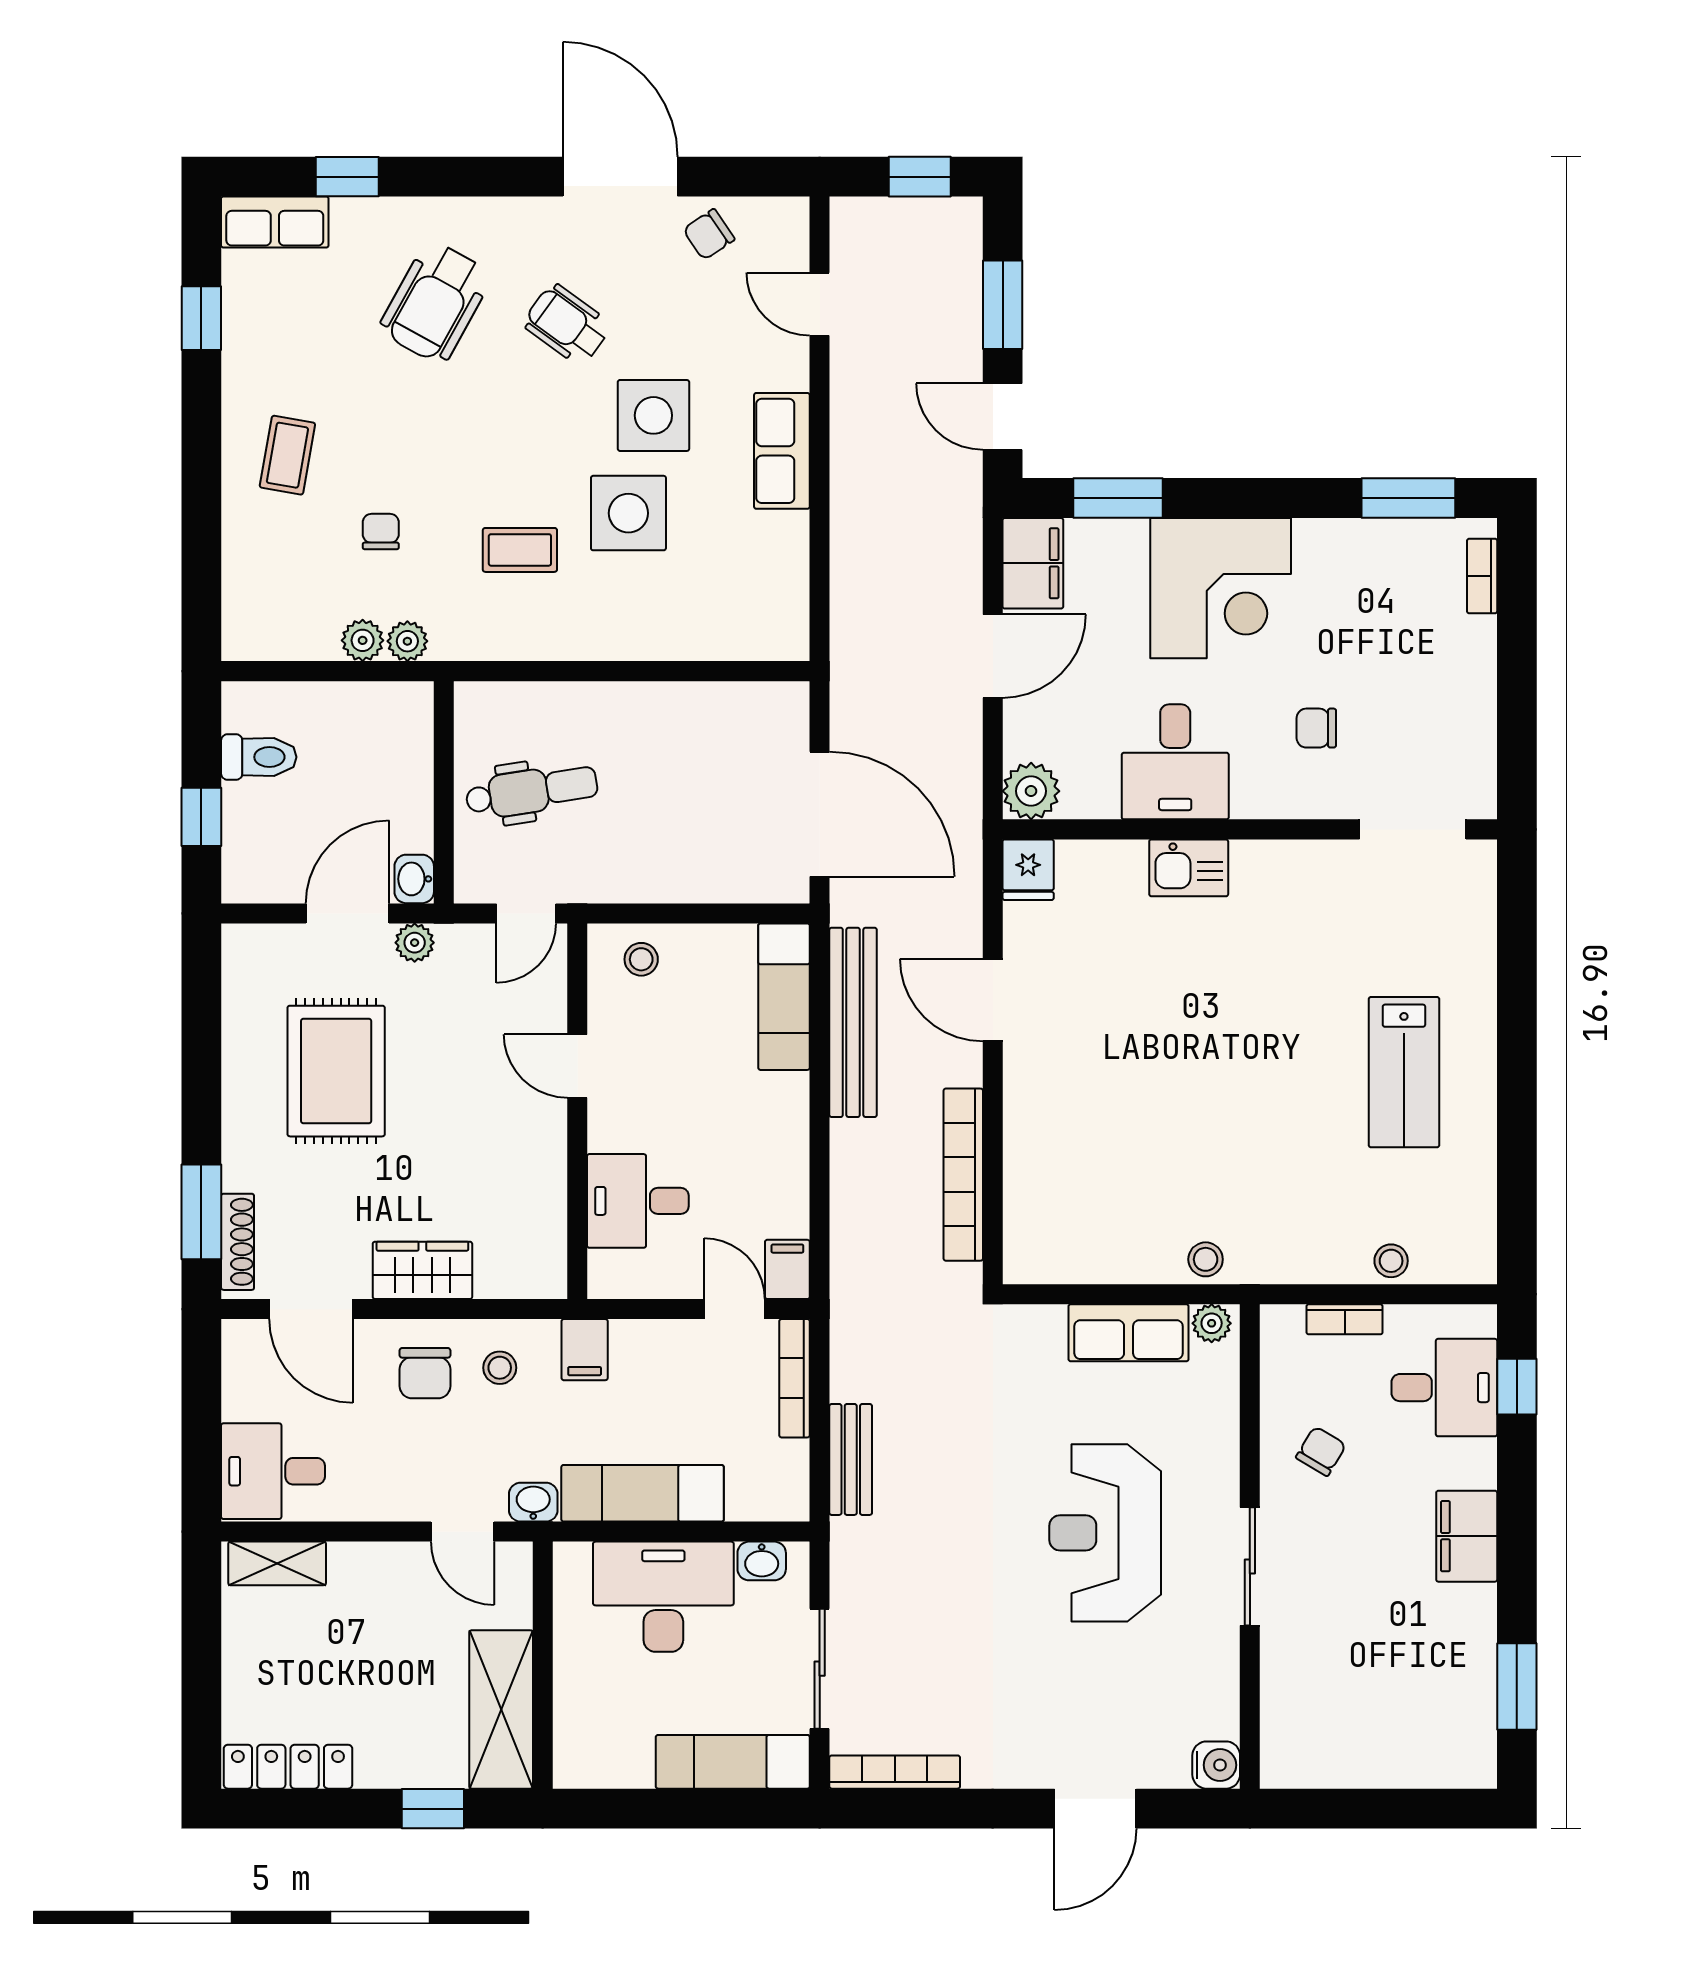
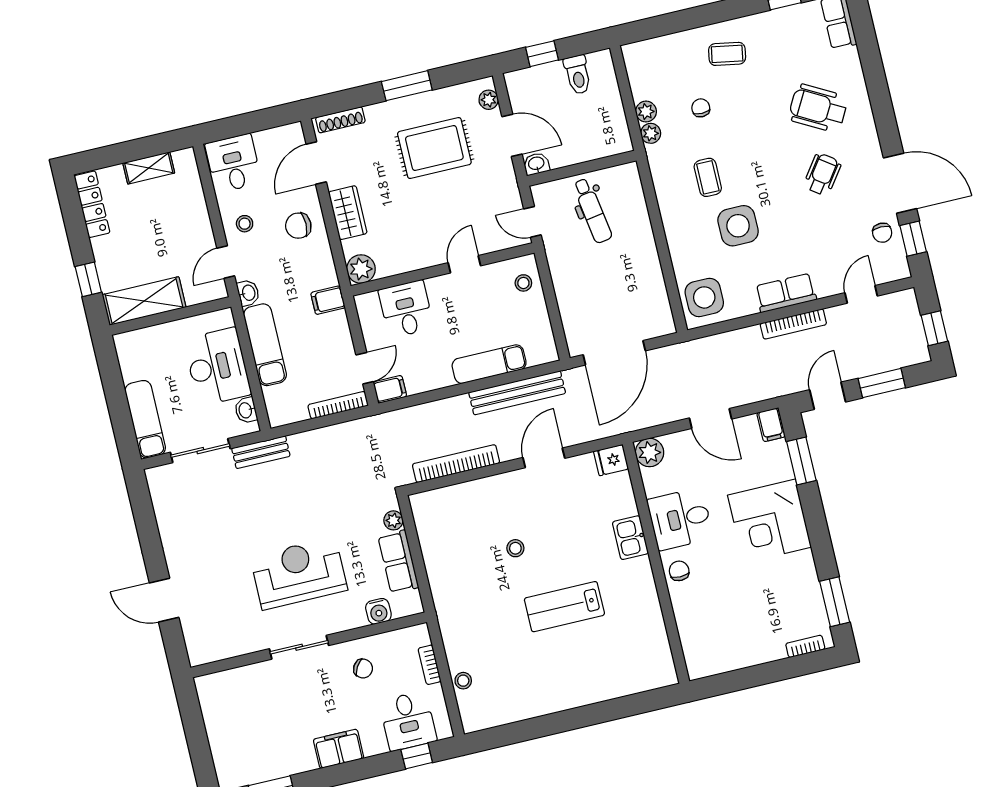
window: (347, 177) -> (913, 239), moved
door: (620, 177) -> (900, 183), hinge flipped
chair: (709, 234) -> (882, 233), turned -146
side table: (653, 415) -> (704, 297), moved
chair: (381, 532) -> (701, 108), turned -90
filing cabinet: (1033, 563) -> (771, 425), width x0.50
chair: (1316, 728) -> (679, 571), moved
doorway: (1413, 829) -> (675, 642), removed
plant: (415, 943) -> (489, 100), moved
exam couch: (784, 997) -> (489, 364), moved
lab bench: (1404, 1072) -> (564, 607), moved
window: (201, 1212) -> (407, 86), moved
stool: (1206, 1259) -> (515, 548), moved
plant: (539, 1271) -> (361, 269), added
plant: (1212, 1323) -> (393, 520), moved
stool: (500, 1368) -> (245, 224), moved
bench: (851, 1459) -> (261, 452), moved
shelving: (277, 1563) -> (149, 168), moved, turned 90
water cooler: (1216, 1765) -> (378, 611), moved
bookcase: (895, 1772) -> (793, 324), moved, turned 90

